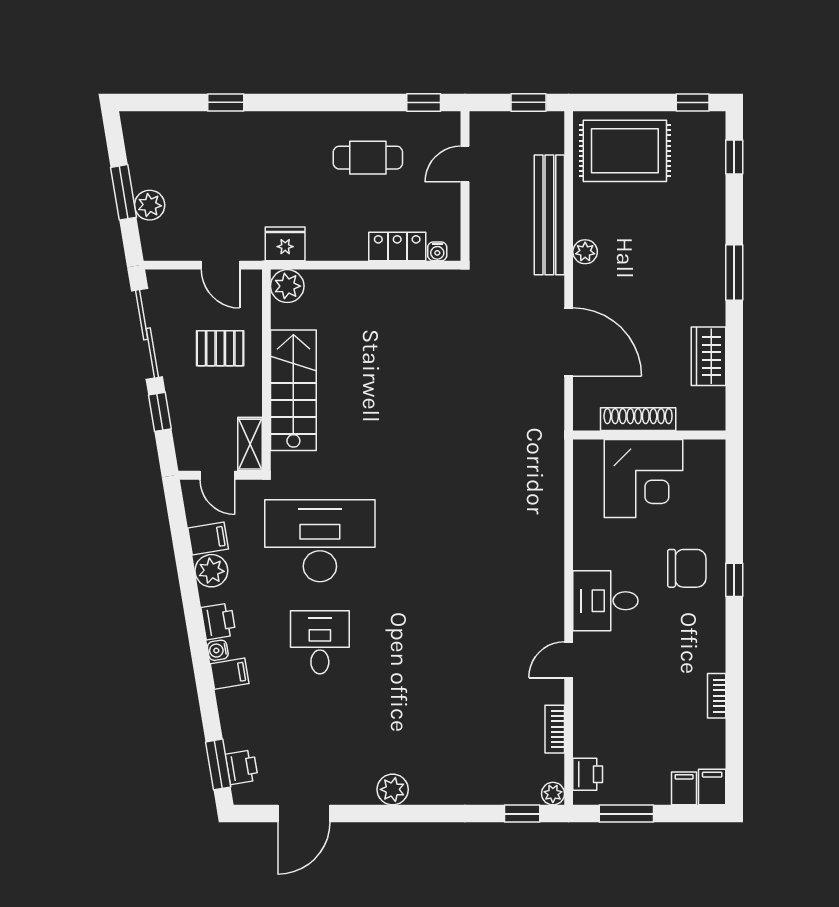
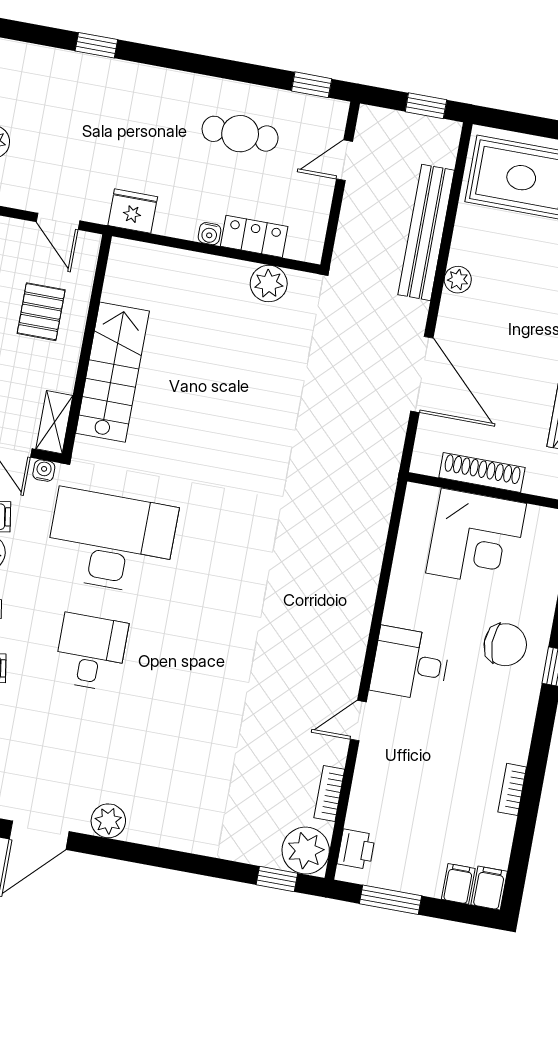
water cooler: (437, 251) -> (210, 234), moved
plant: (287, 286) -> (269, 284), moved
pallet: (220, 348) -> (41, 312), turned 90
water cooler: (248, 489) -> (44, 471), added
plant: (393, 789) -> (108, 821), moved
plant: (553, 794) -> (306, 851), width x1.88, depth x1.88

